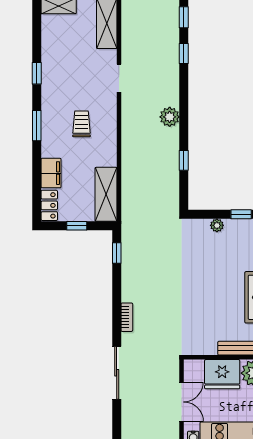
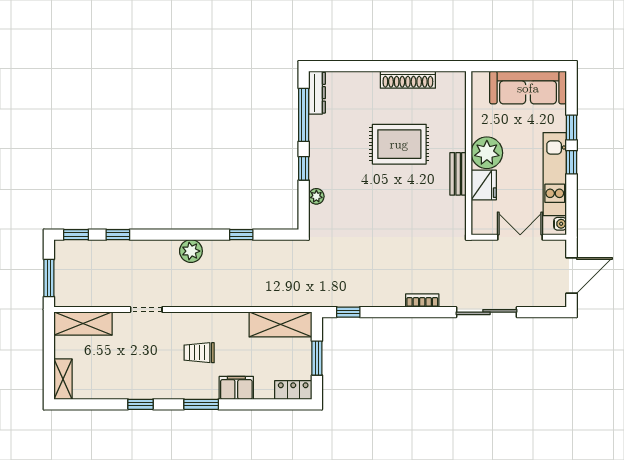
filing cabinet: (51, 173) -> (236, 388), moved
window: (77, 226) -> (317, 358), width x1.50
fridge: (222, 374) -> (484, 185), width x0.73, depth x0.75

